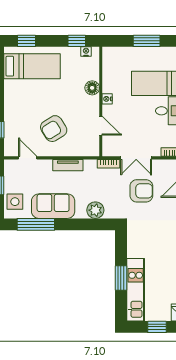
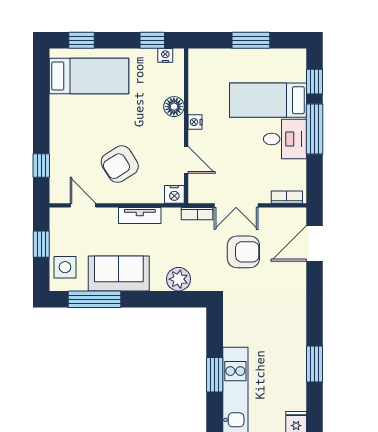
nightstand: (92, 150) -> (174, 194), added

